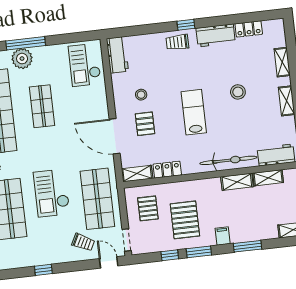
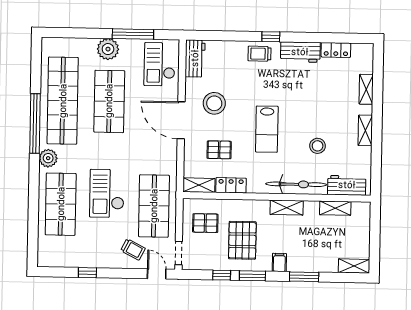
window: (26, 43) -> (133, 34), moved
plant: (22, 59) -> (108, 49), moved
stool: (238, 92) -> (318, 146), moved
stool: (141, 95) -> (214, 103), width x1.89, depth x1.89
shop shelf: (42, 106) -> (109, 101), width x1.43, depth x1.36
lab bench: (194, 112) -> (267, 129), turned 180
pallet: (145, 124) -> (219, 150), moved, turned 90
door: (115, 136) -> (181, 120), moved
shelving: (237, 182) -> (287, 208), moved
pallet: (148, 208) -> (205, 223), turned 90

